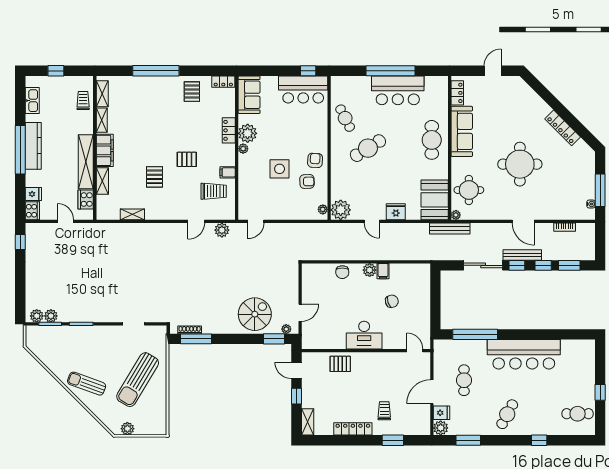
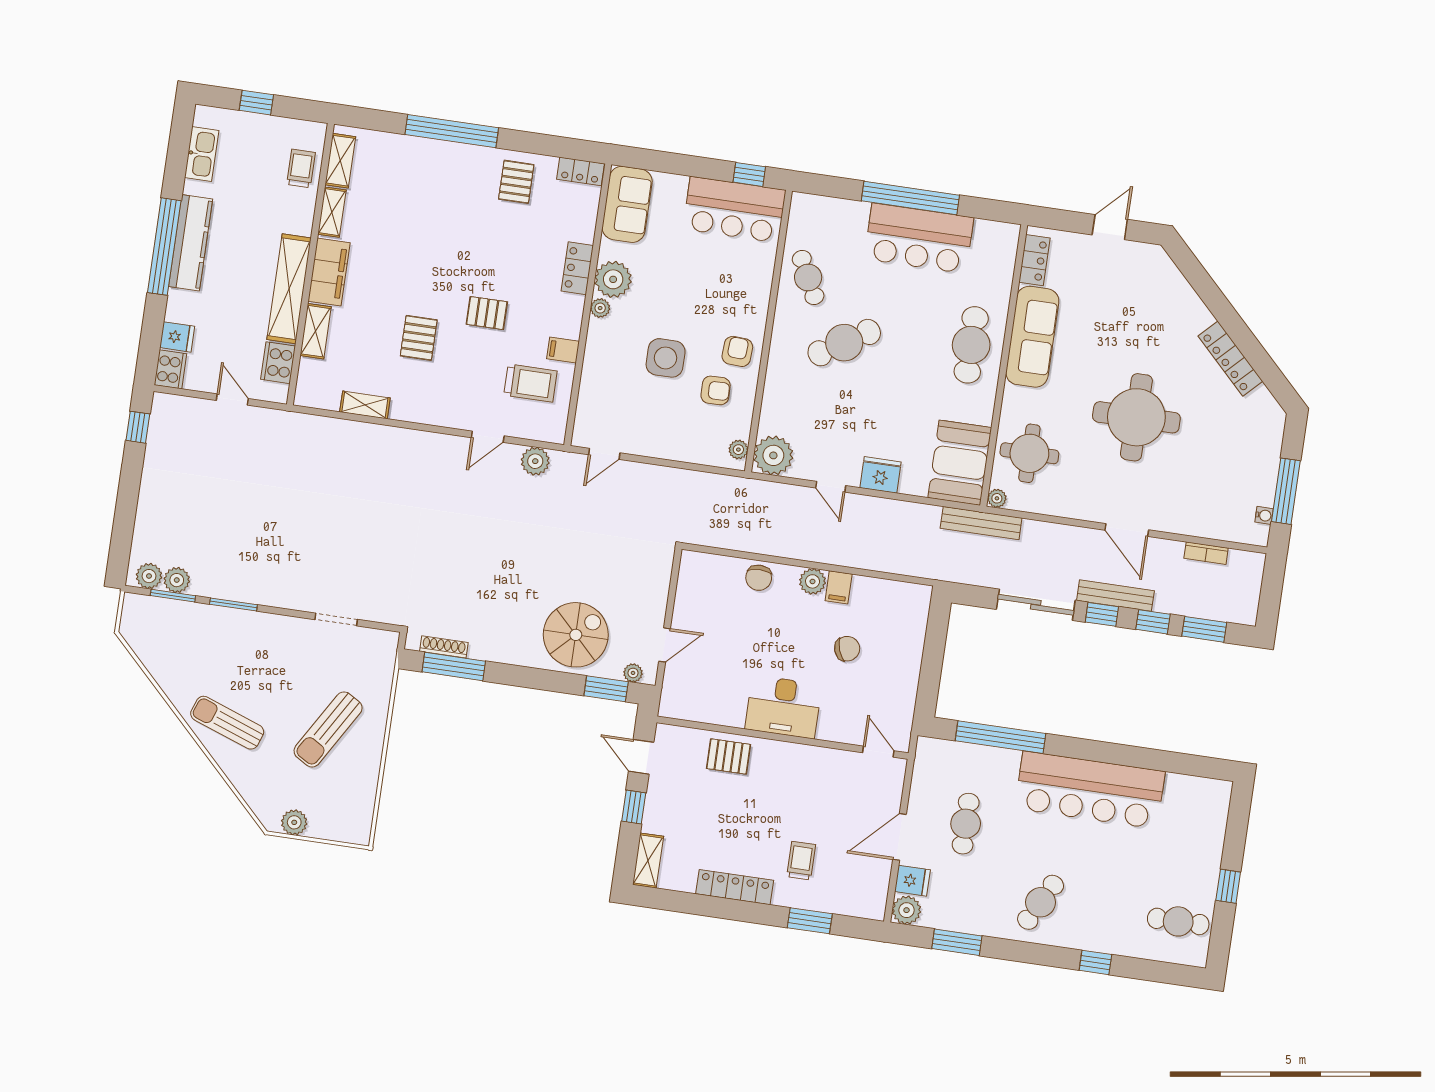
sun lounger: (138, 380) -> (328, 729), width x0.73, depth x0.75

